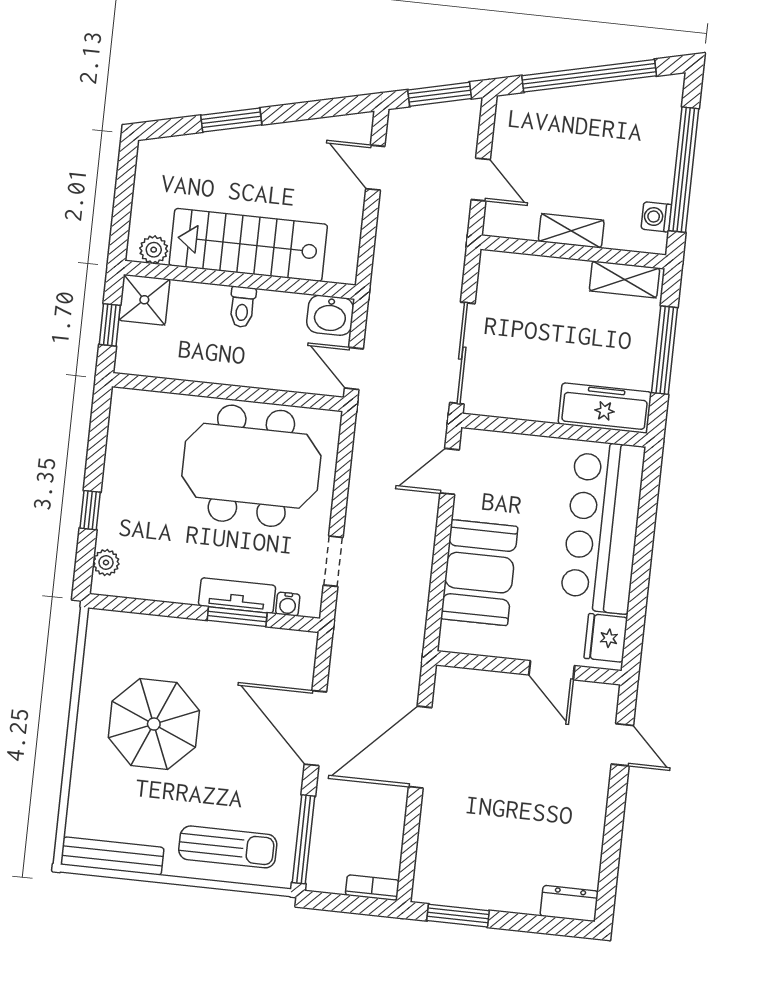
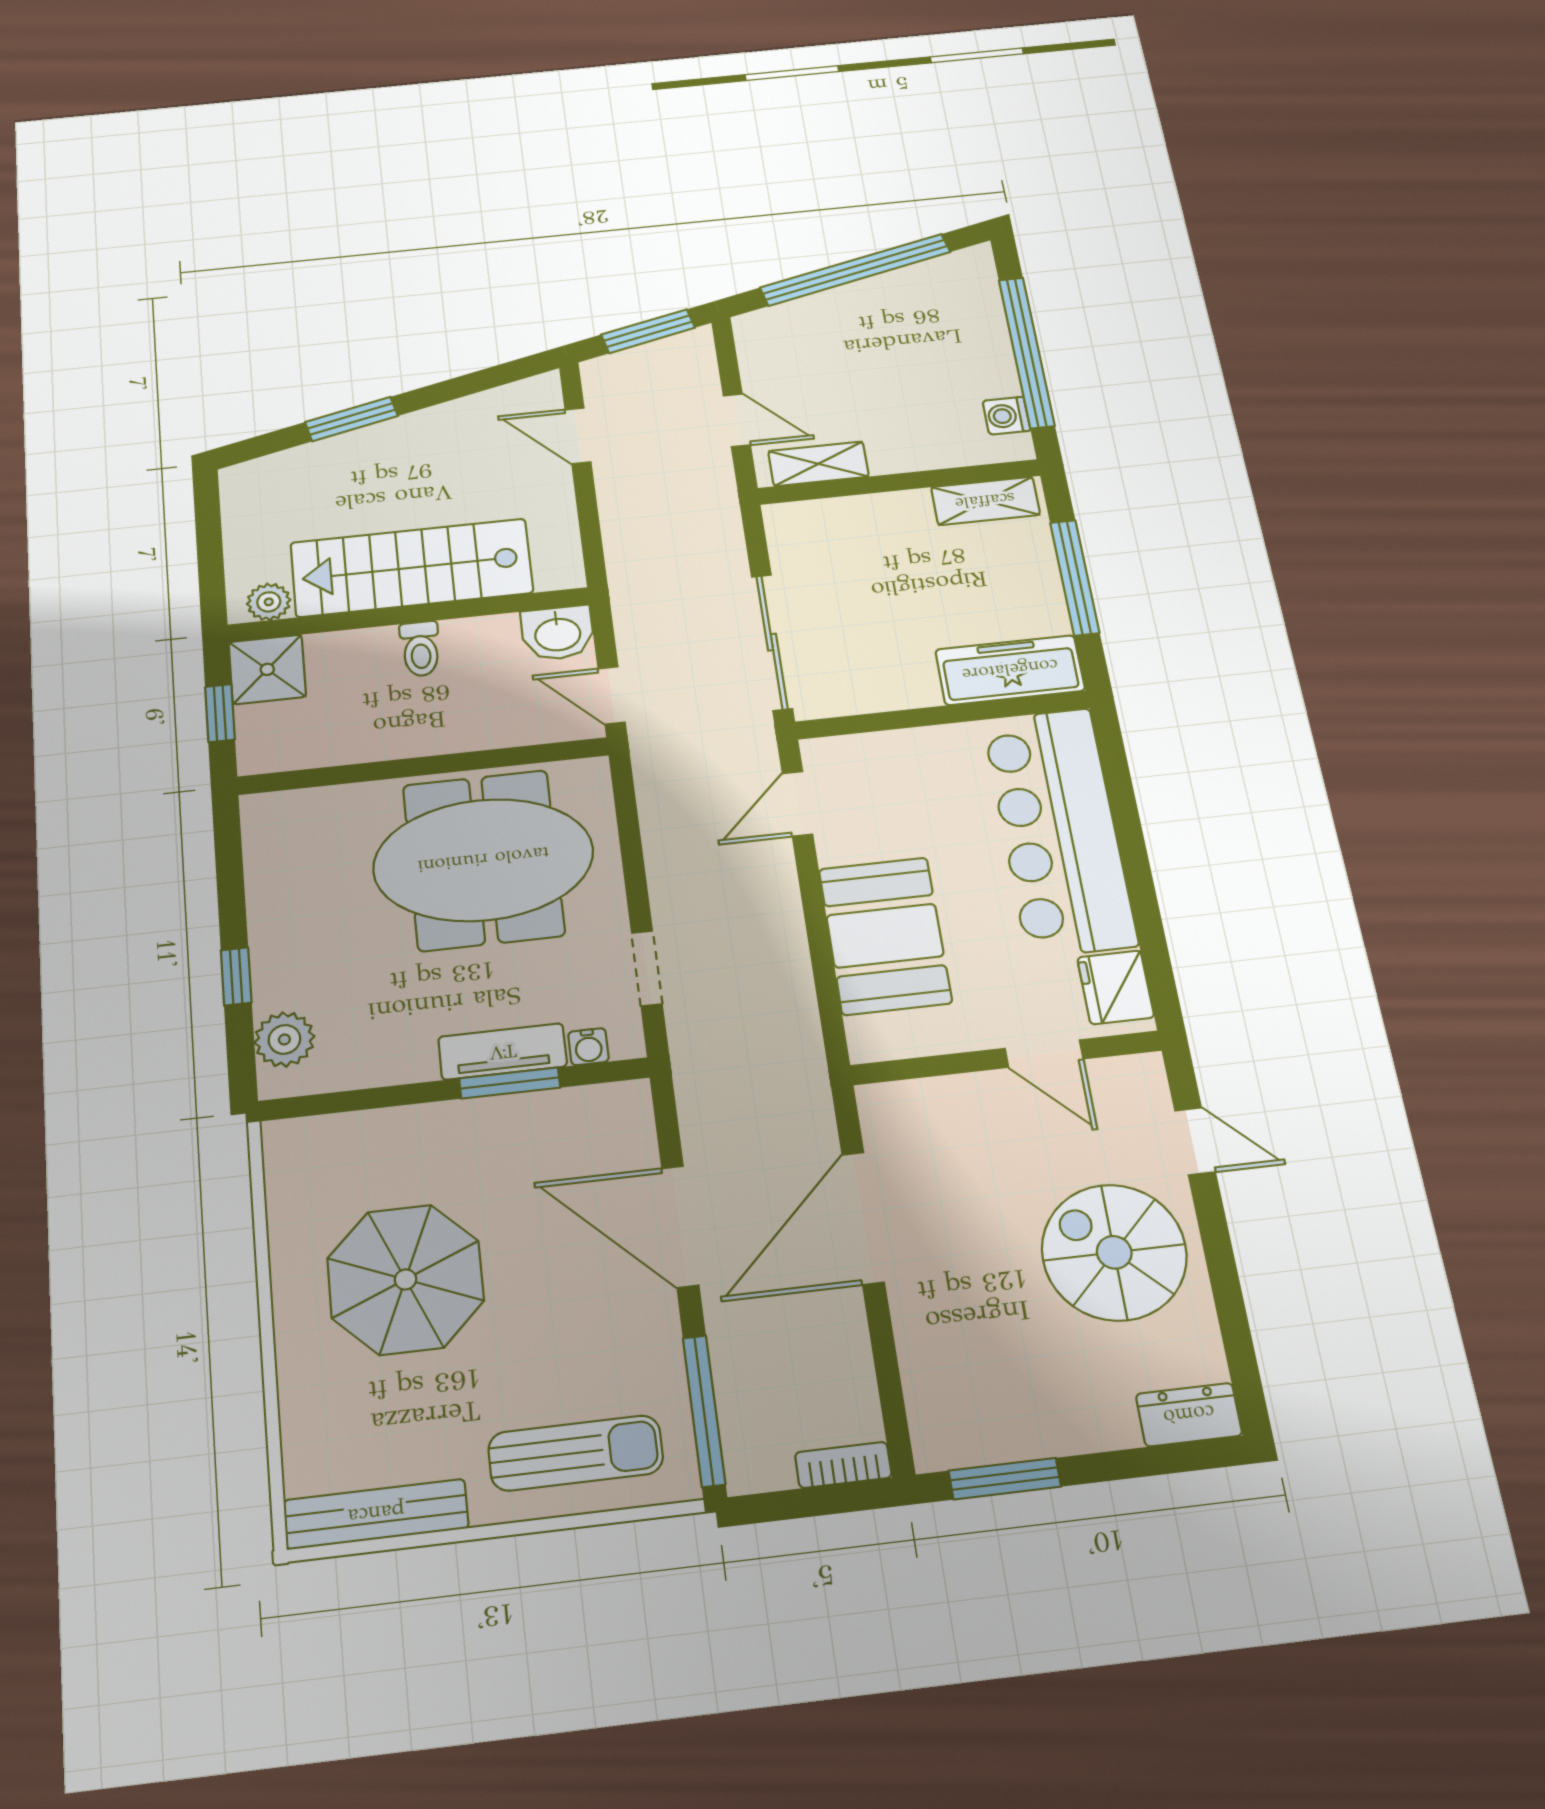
shelving: (571, 231) -> (818, 464), moved
plant: (106, 563) -> (284, 1039), width x1.38, depth x1.38
spiral stairs: (556, 801) -> (1114, 1252), added

